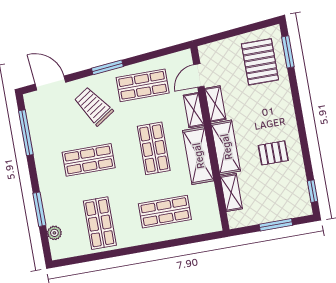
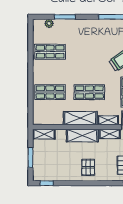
pallet: (273, 153) -> (88, 167), moved
shop shelf: (89, 160) -> (89, 52), removed
shelving: (231, 192) -> (44, 134), moved
shop shelf: (165, 212) -> (50, 92), turned 90

